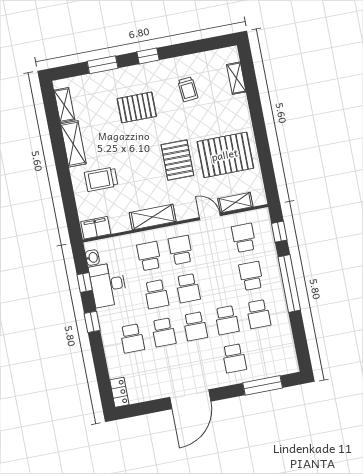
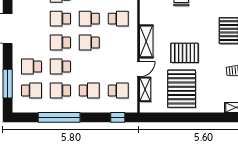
shelving: (153, 217) -> (146, 41), moved
school desk: (181, 250) -> (31, 91), moved
window: (289, 283) -> (59, 117), moved

